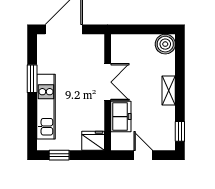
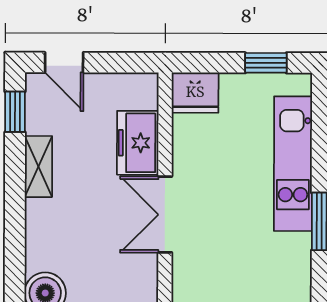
shelving: (169, 91) -> (38, 167), moved
door: (143, 155) -> (64, 62), moved

